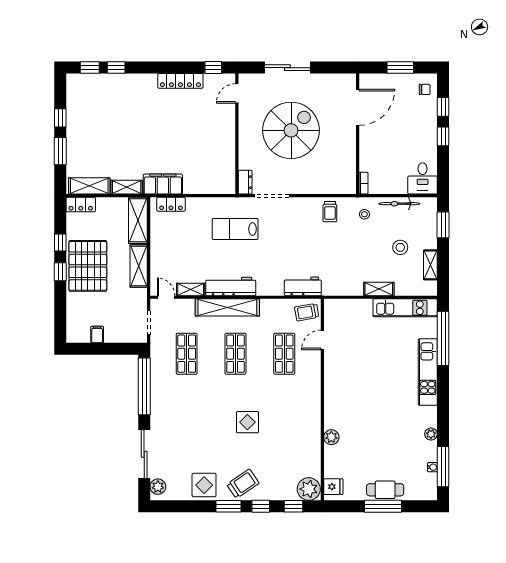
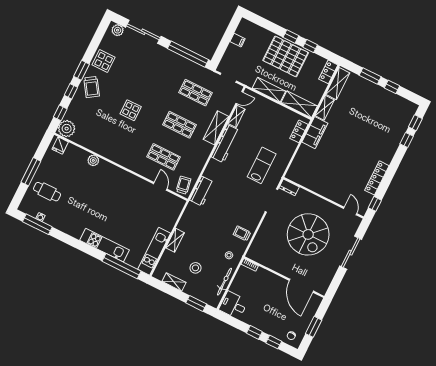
shelving: (227, 307) -> (216, 128), width x0.68
plant: (431, 434) -> (63, 227), removed
cafe table: (385, 490) -> (47, 192), moved, turned 90

